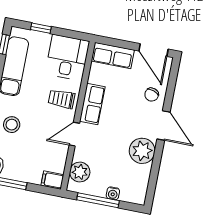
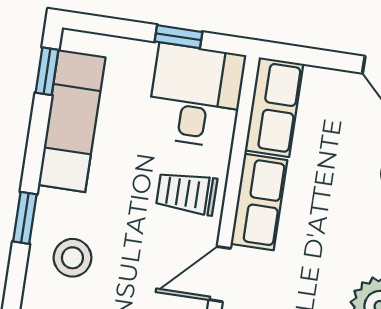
window: (41, 28) -> (178, 37), moved
row of seats: (113, 55) -> (274, 107), moved, turned -90

